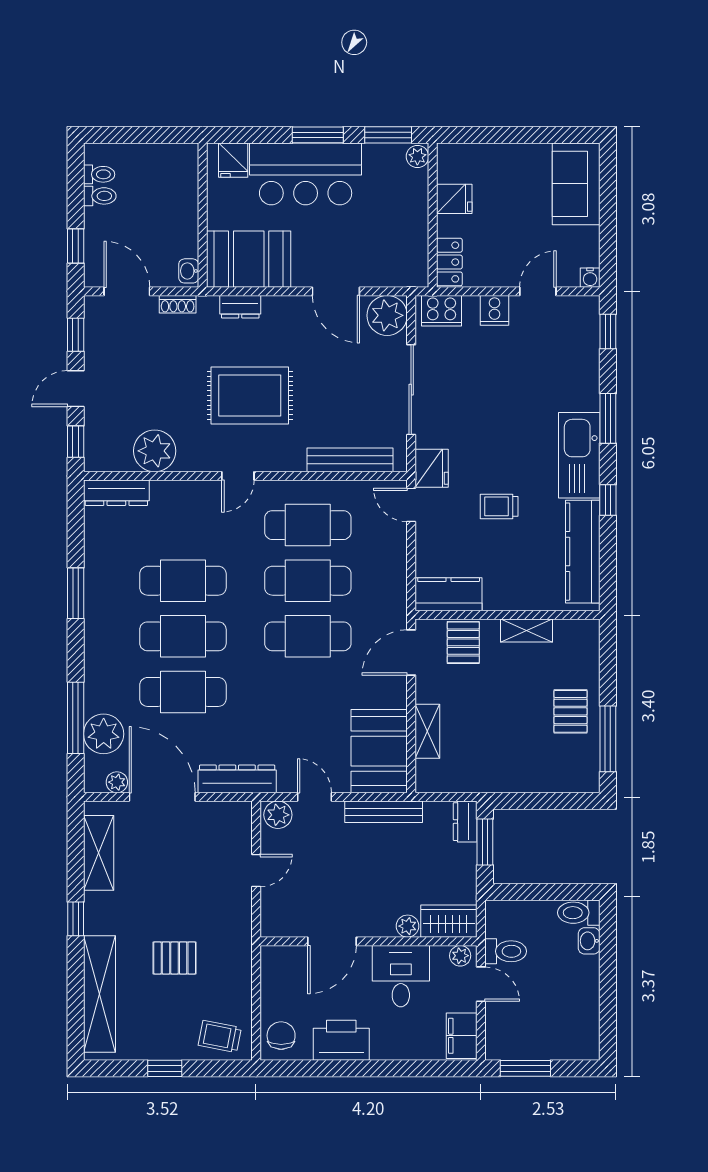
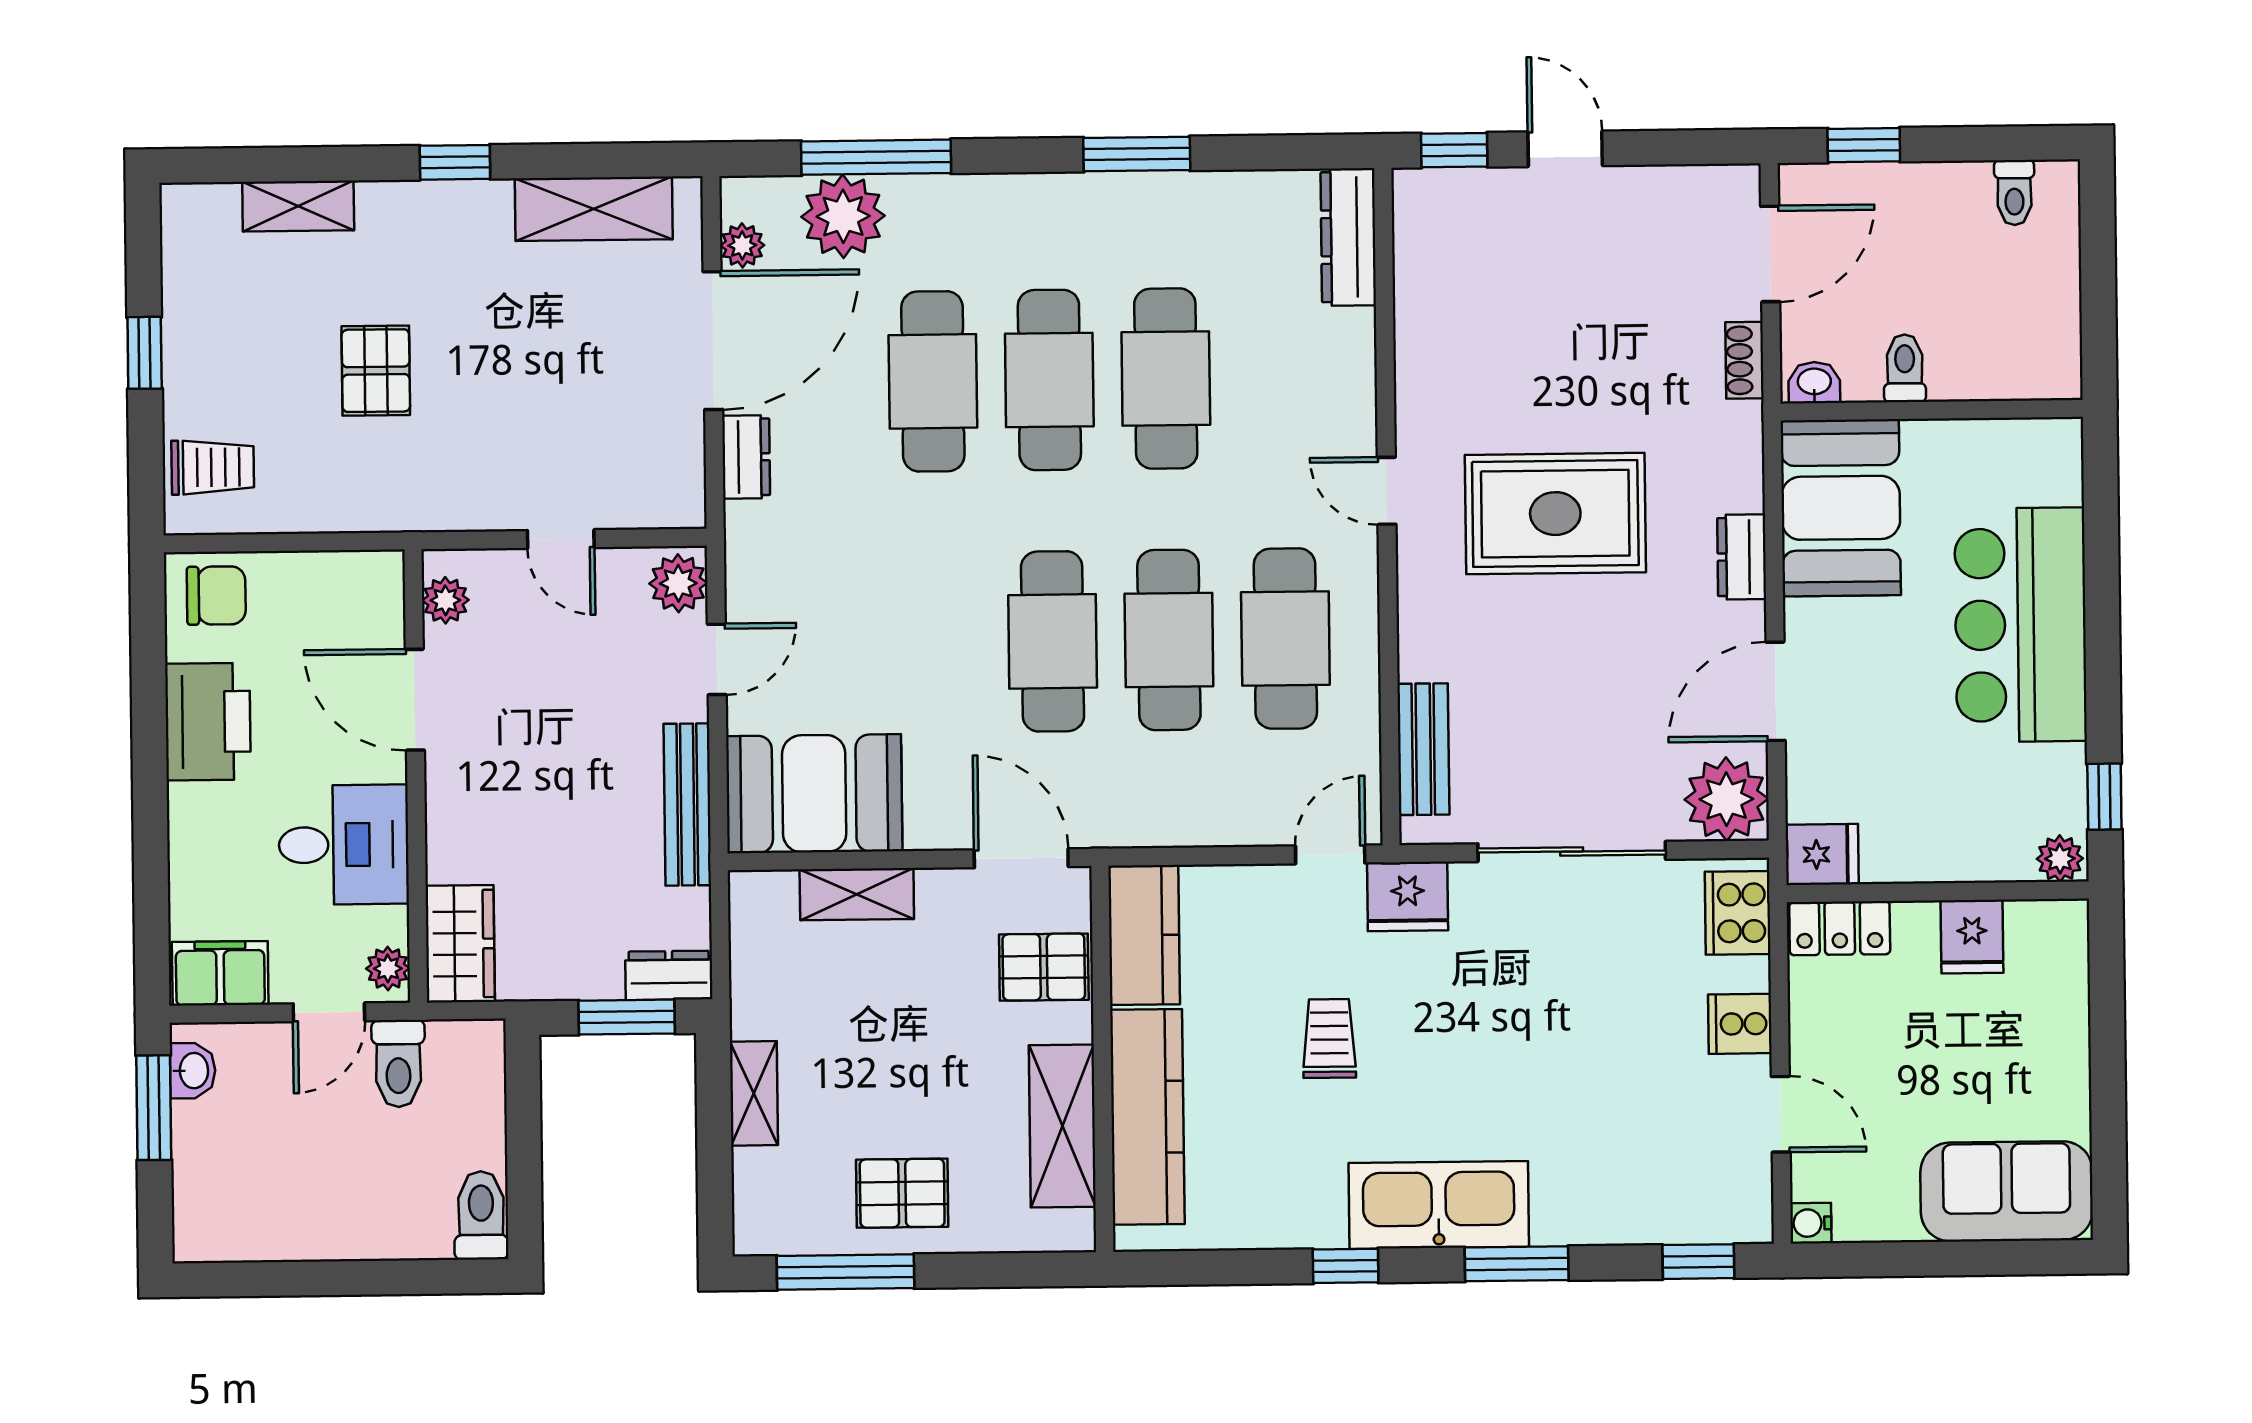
window: (318, 135) -> (2103, 649), removed
window: (388, 135) -> (2104, 797), width x0.67
fridge: (233, 160) -> (1822, 854), moved, turned 180
toilet: (100, 196) -> (1905, 368), moved, turned 180
dresser: (240, 307) -> (1742, 557), moved
window: (76, 335) -> (1678, 147), removed
rug: (250, 395) -> (1555, 514), turned 90
plant: (155, 451) -> (1437, 316), removed
bench: (350, 460) -> (1423, 749), width x0.73
kitchen counter: (583, 552) -> (1147, 1117), moved, turned 90
shelving: (526, 631) -> (1062, 1126), width x1.50, depth x1.33
dresser: (237, 779) -> (746, 457), width x0.51, depth x0.80
shelving: (522, 782) -> (754, 1093), added
plant: (408, 926) -> (445, 600), moved
washbasin: (589, 941) -> (193, 1071), moved, turned 90
shelving: (99, 994) -> (298, 206), width x0.45, depth x0.75
trolley: (220, 1036) -> (213, 467), turned 79

